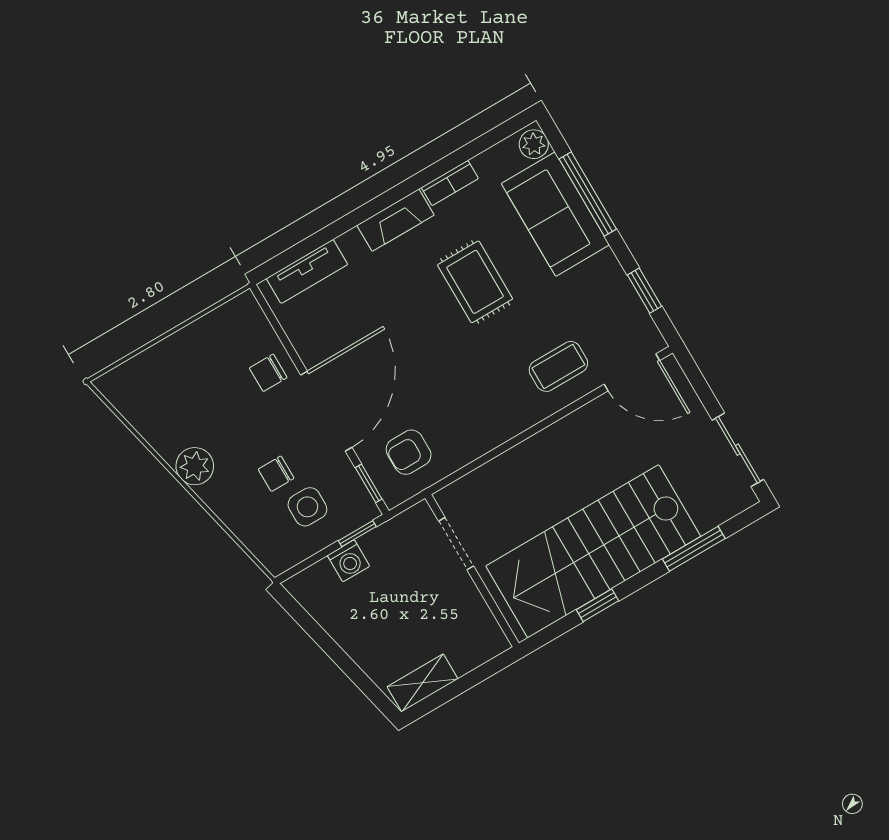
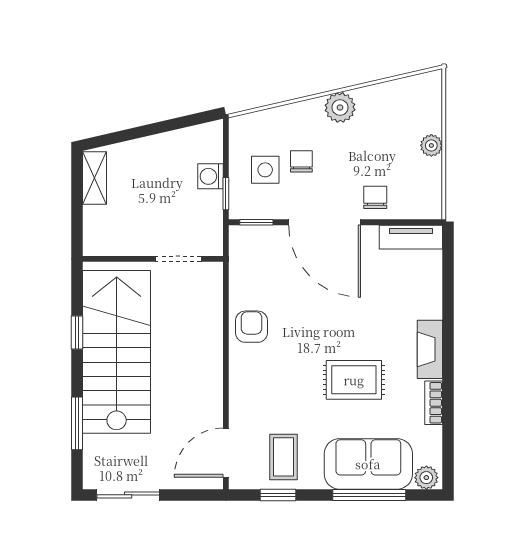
tv unit: (307, 271) -> (411, 237), moved, turned -90
plant: (178, 346) -> (431, 145), added
coffee table: (558, 366) -> (283, 457), moved
armchair: (409, 452) -> (252, 327), moved

